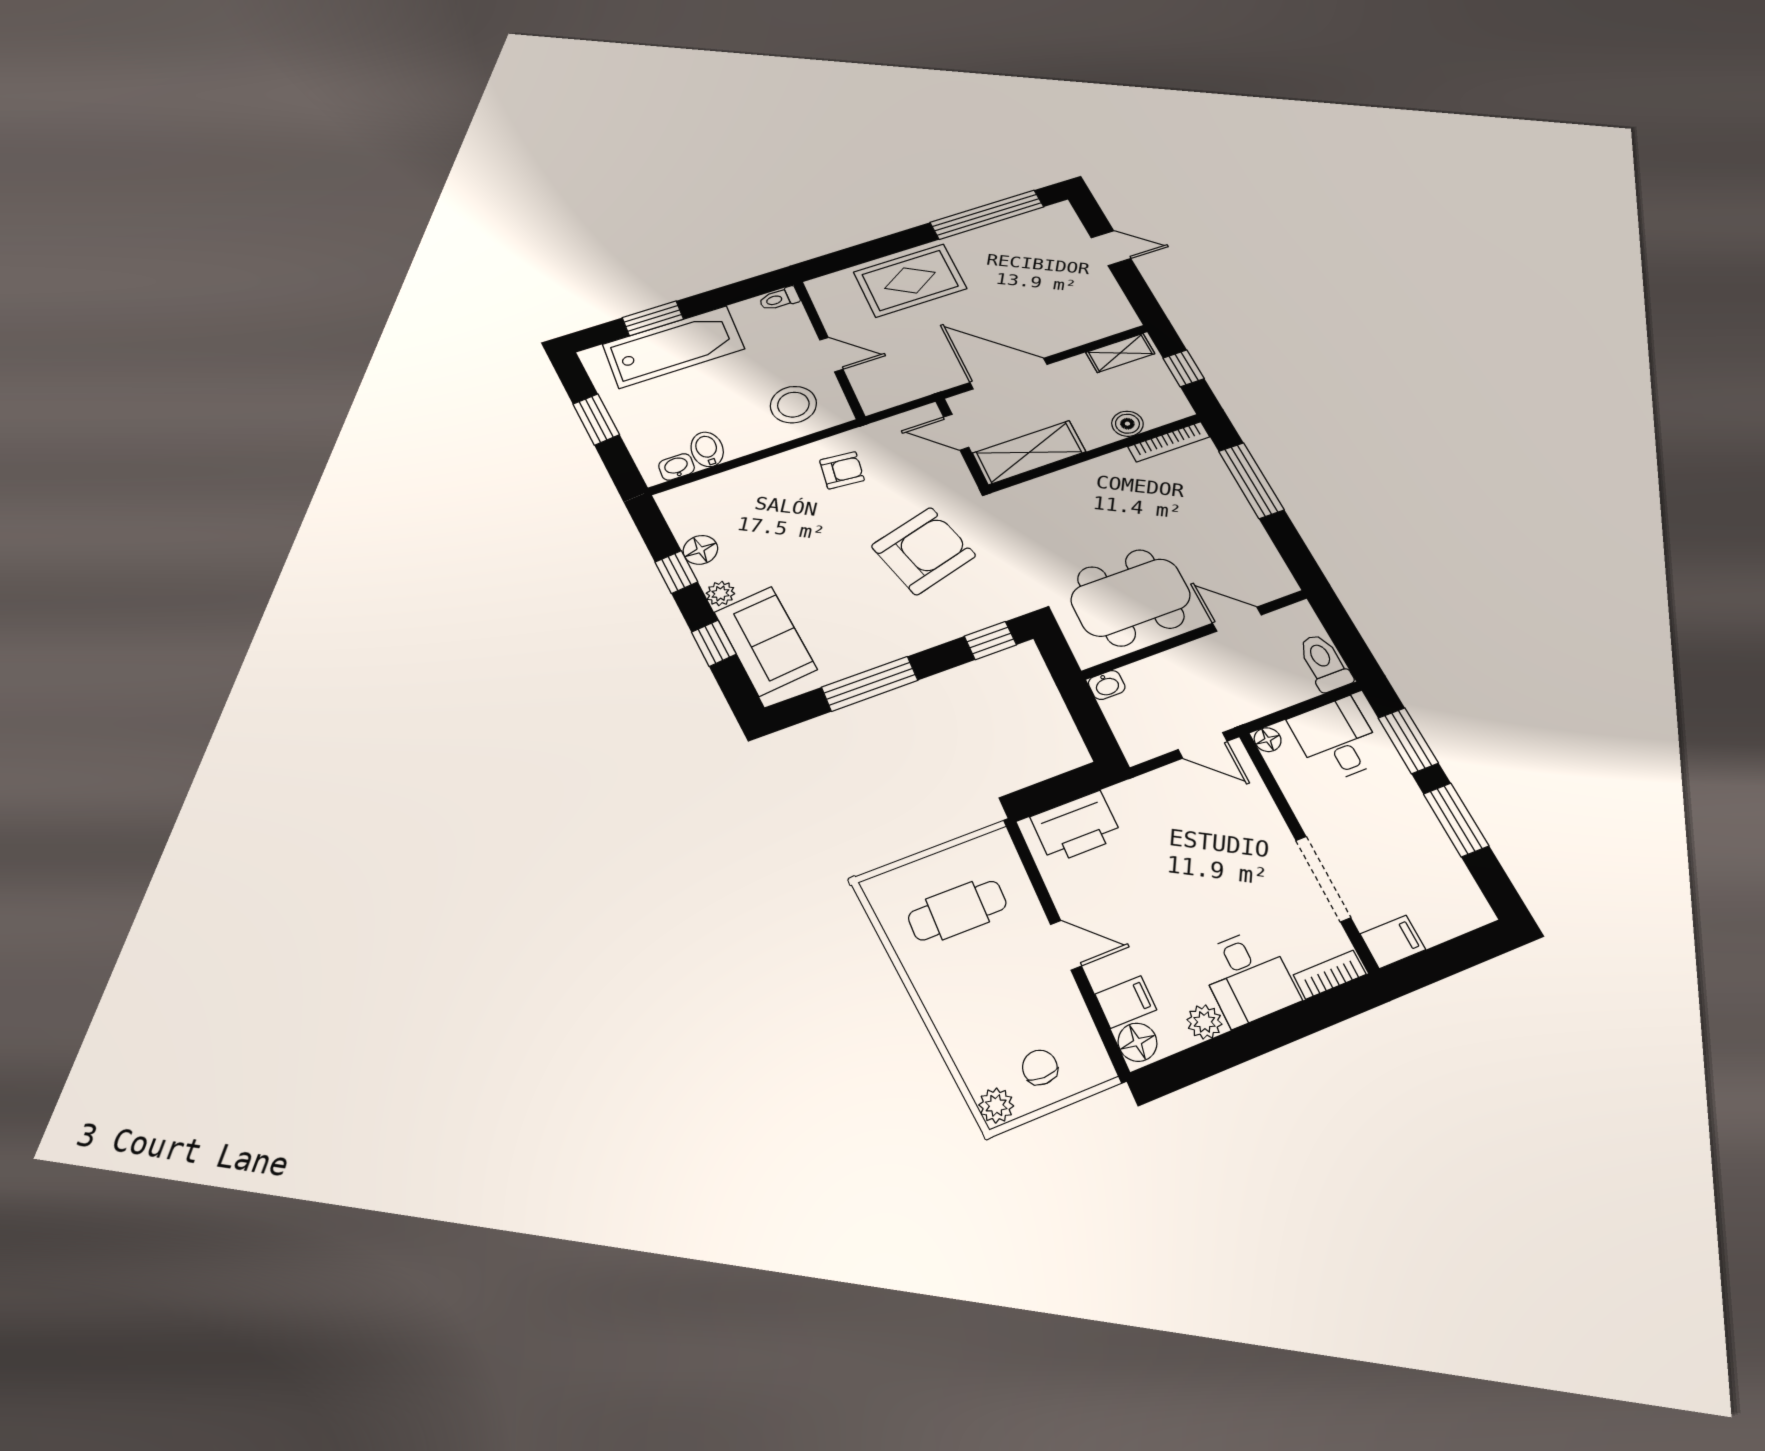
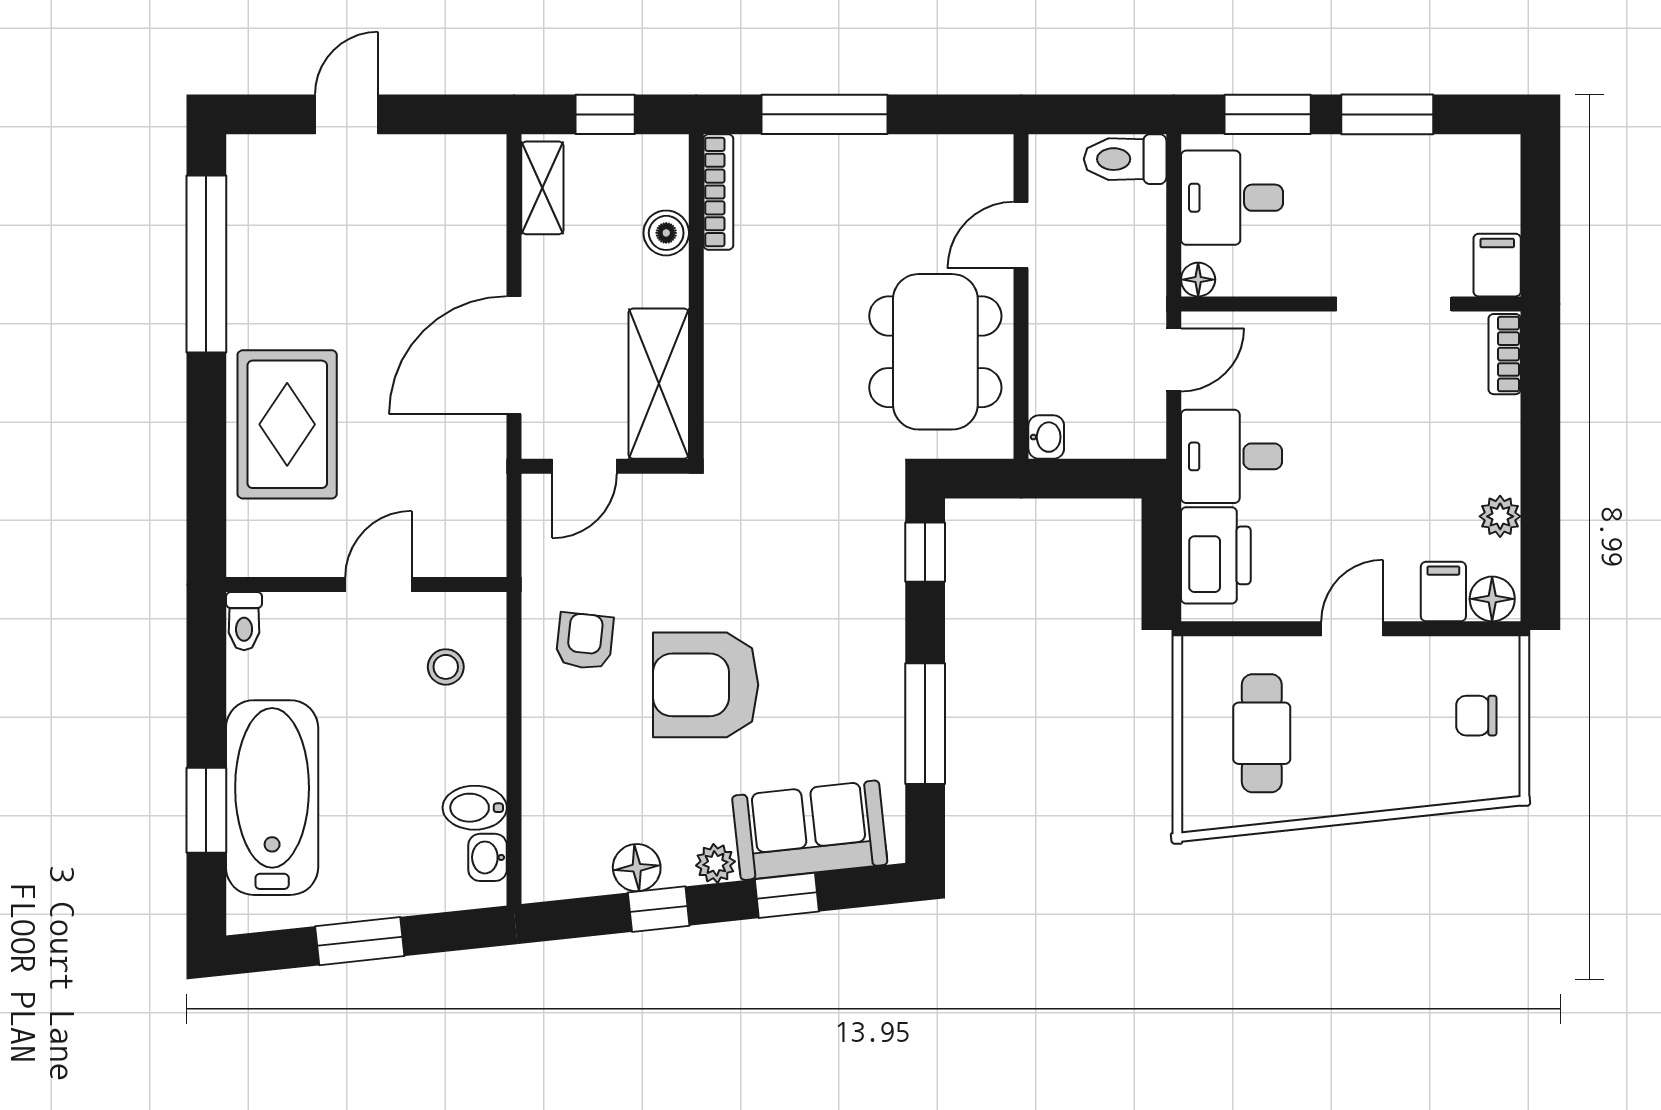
stool: (793, 405) -> (446, 667), width x0.53, depth x0.53
armchair: (923, 551) -> (706, 685), moved, turned -74
desk: (1248, 977) -> (1231, 456), moved, turned 180
plant: (996, 1105) -> (1498, 779), removed

